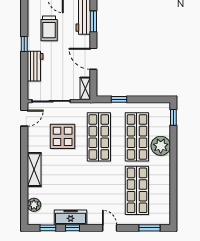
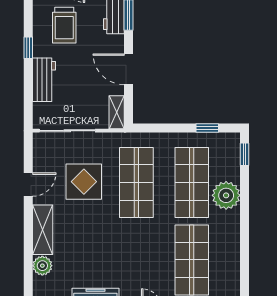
window: (119, 99) -> (207, 128), moved
door: (24, 118) -> (28, 185), moved
plant: (34, 205) -> (42, 266), moved

